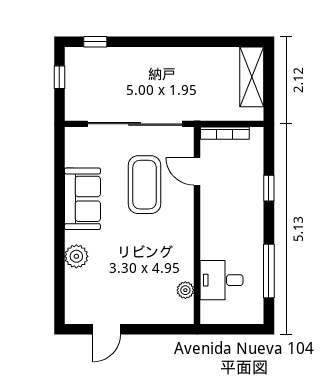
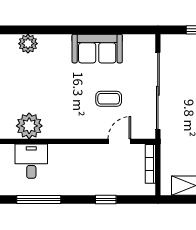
coffee table: (145, 185) -> (109, 99), width x0.54, depth x0.58
plant: (76, 256) -> (28, 44), moved
plant: (185, 290) -> (29, 126), width x1.88, depth x1.88

